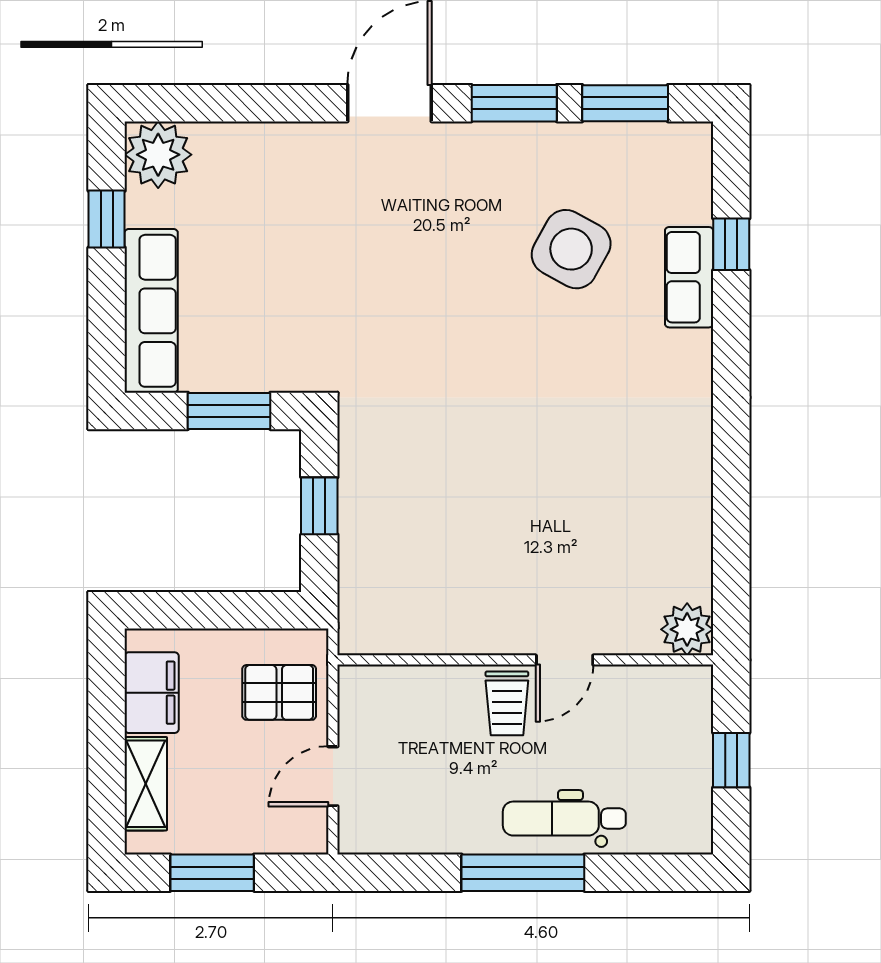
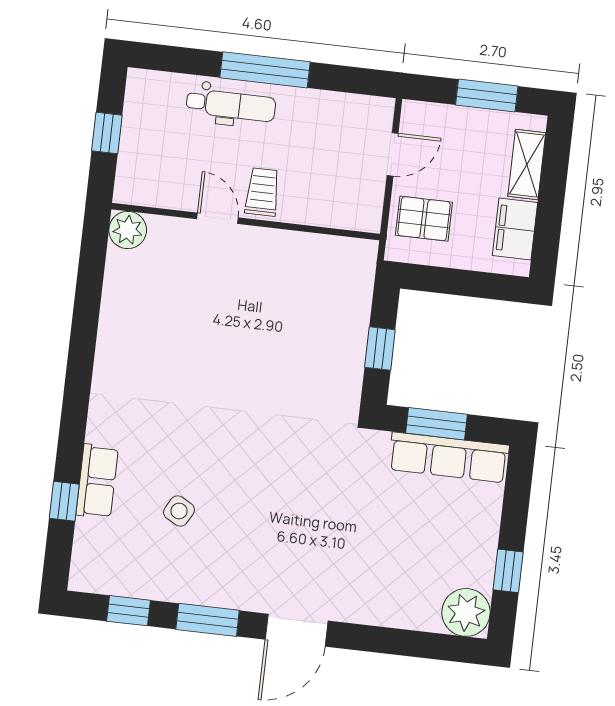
window: (625, 103) -> (128, 611), width x0.67
side table: (571, 249) -> (179, 511), width x0.54, depth x0.54
row of seats: (151, 311) -> (449, 457), moved, turned -90
door: (565, 660) -> (218, 218), hinge flipped

